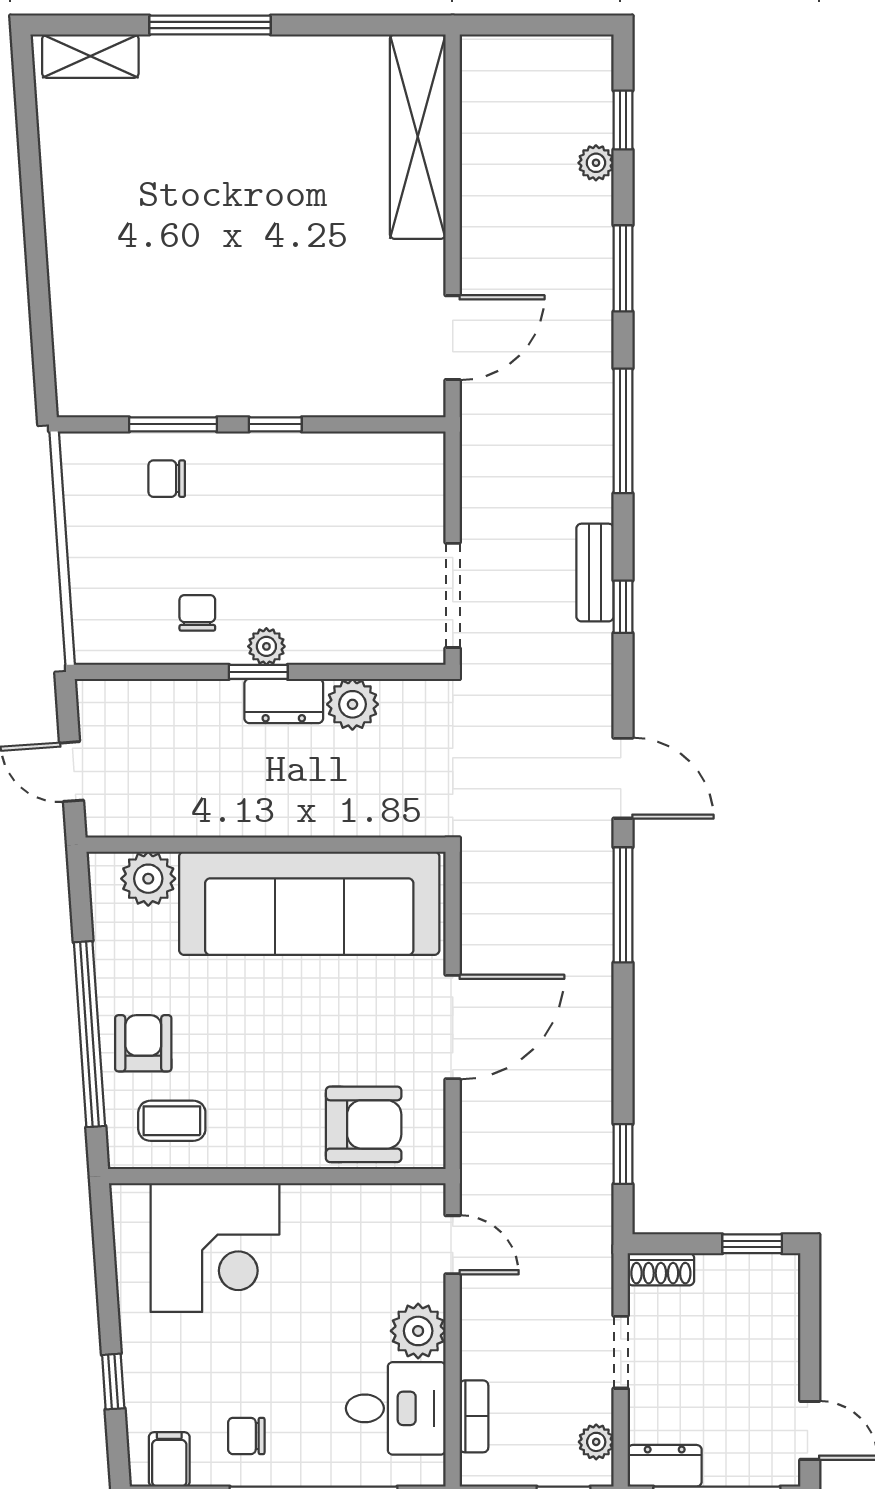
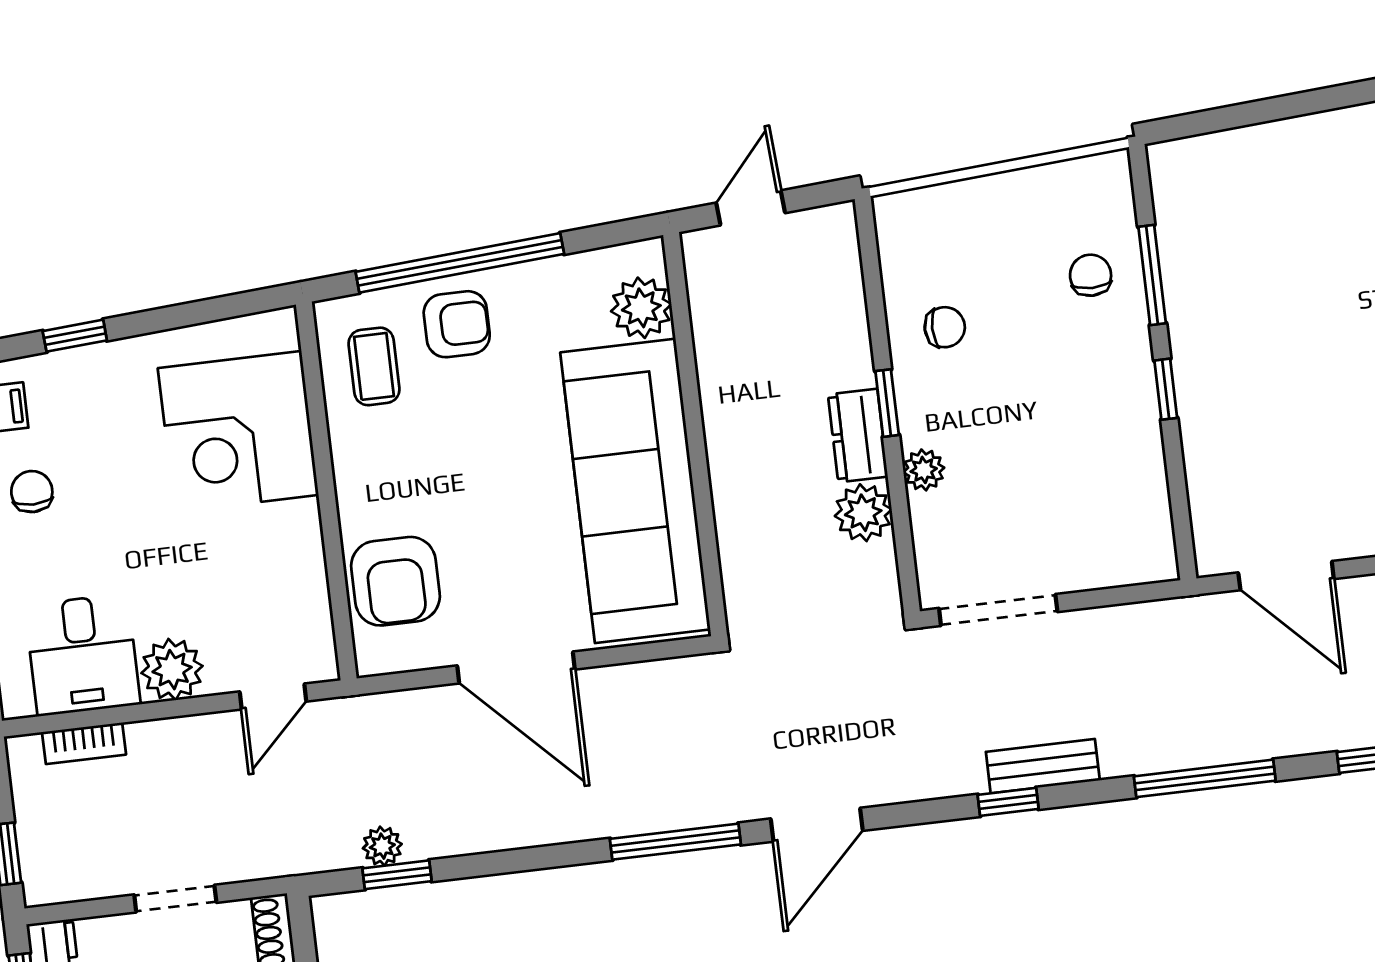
plant: (266, 646) -> (924, 470), moved
plant: (596, 1442) -> (382, 846), moved

